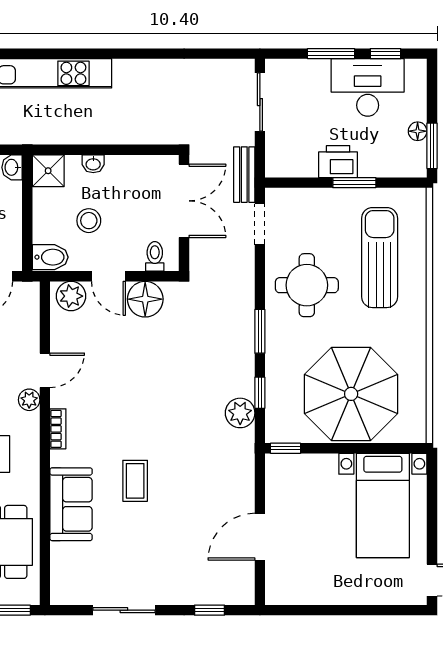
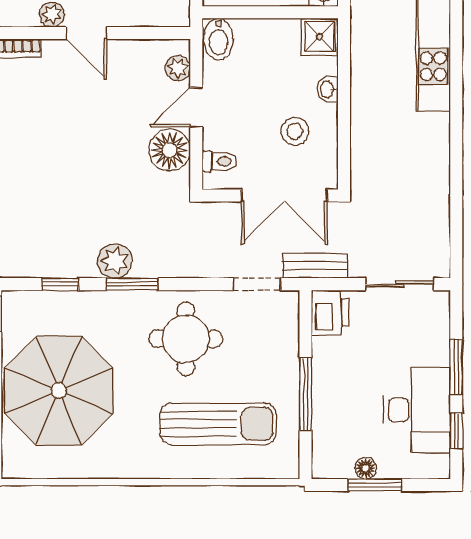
window: (432, 146) -> (375, 485), moved
printer: (338, 162) -> (330, 313), moved
window: (354, 183) -> (306, 394), width x1.44
stool: (89, 221) -> (295, 131), moved
plant: (71, 296) -> (178, 68), width x0.73, depth x0.73
plant: (240, 413) -> (115, 261), moved

